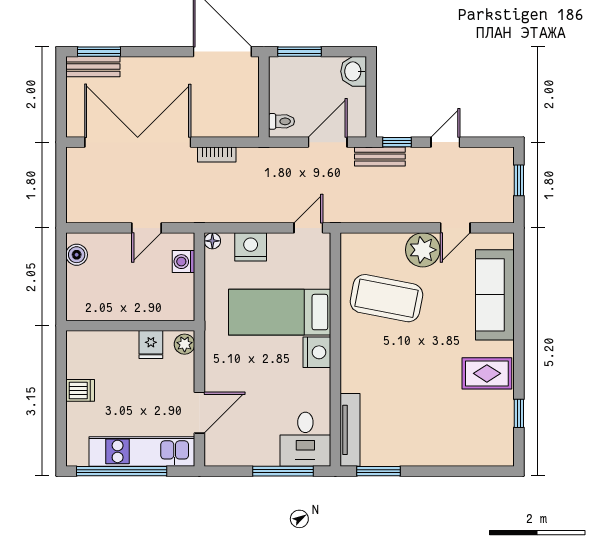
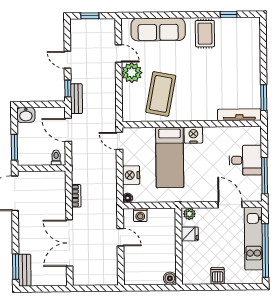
double door: (138, 142) -> (69, 243), width x0.73
boiler: (77, 255) -> (170, 278), moved
desk: (305, 439) -> (245, 160), moved
window: (283, 471) -> (265, 176), moved

